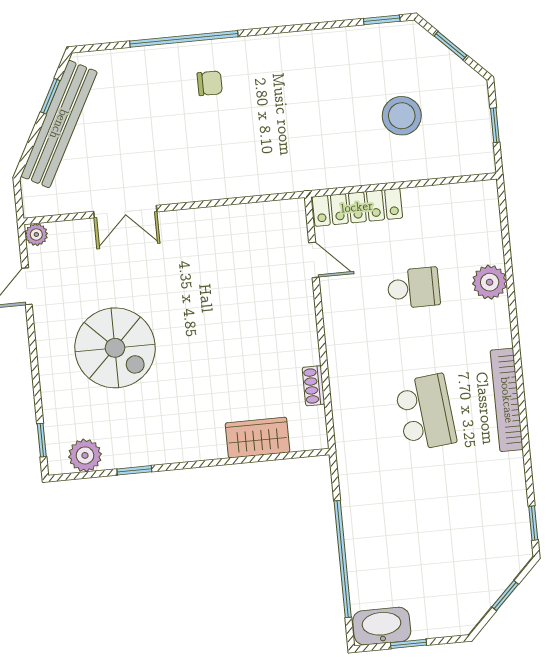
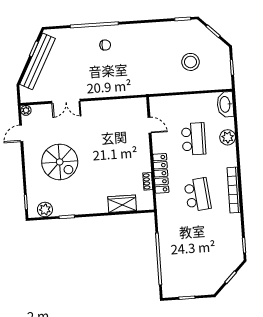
locker: (357, 207) -> (161, 173), moved, turned -90
school desk: (414, 288) -> (194, 139), width x1.85
washbasin: (382, 626) -> (225, 104), moved, turned -90

